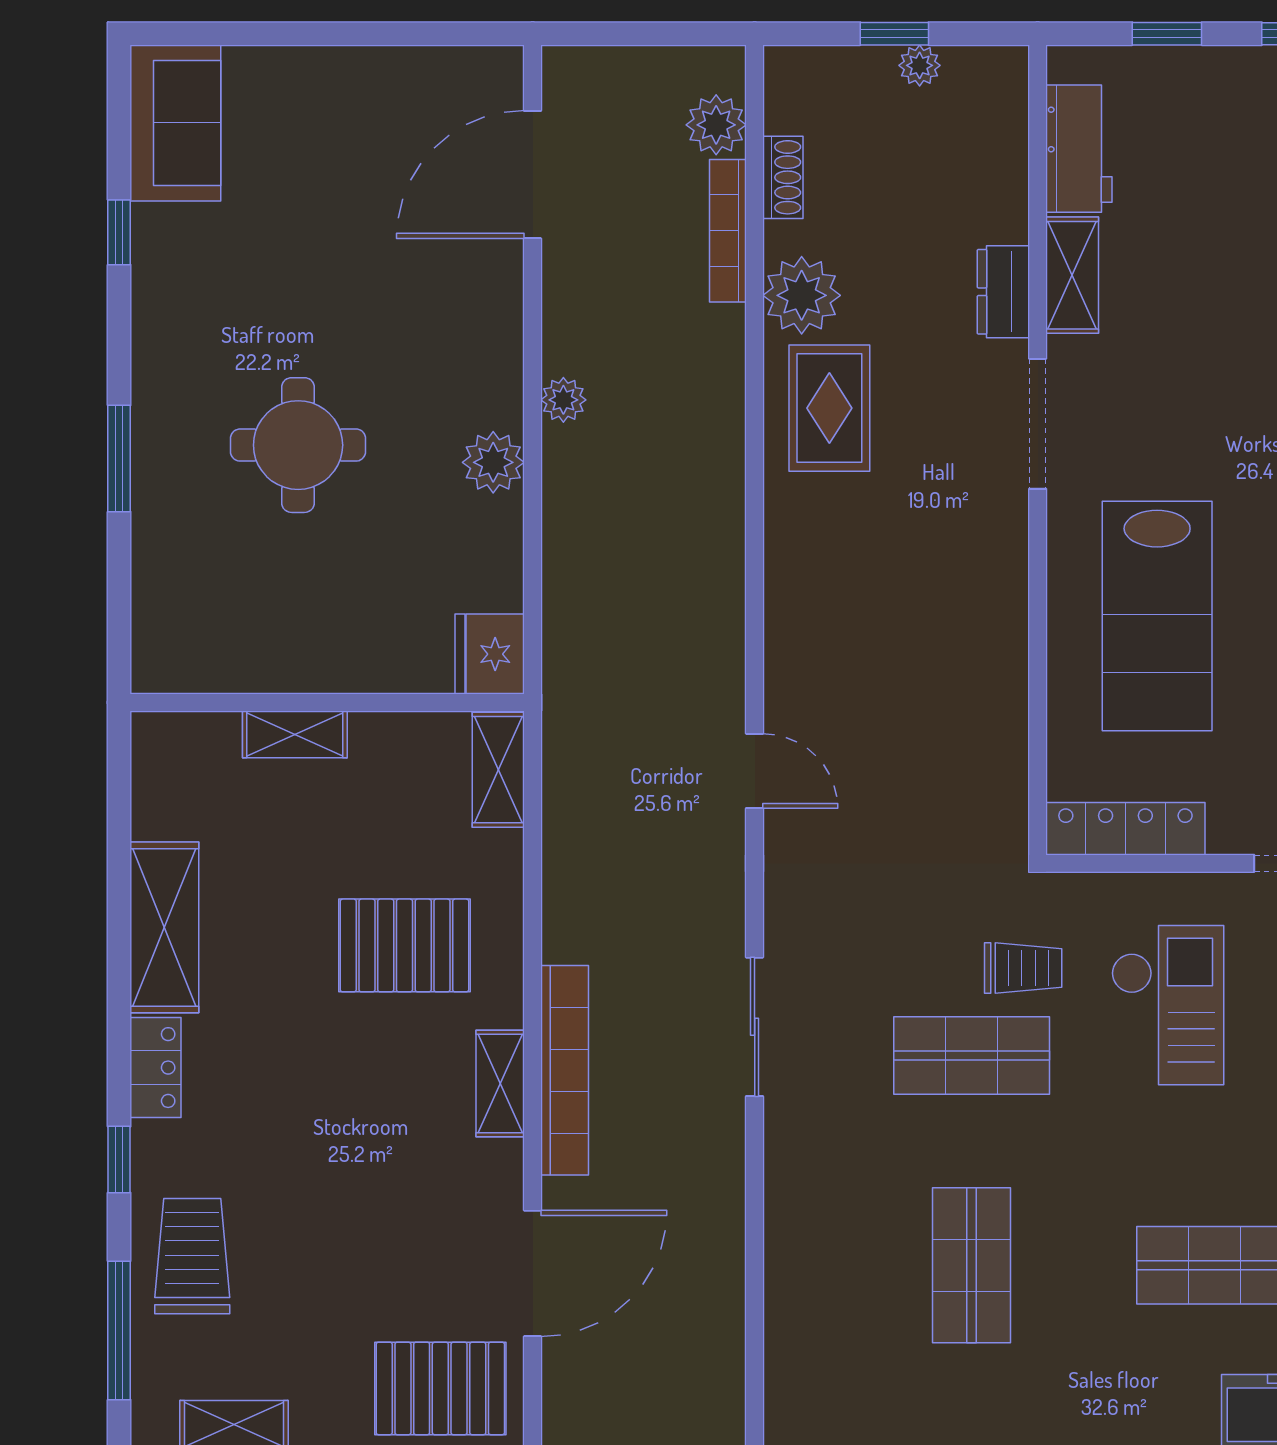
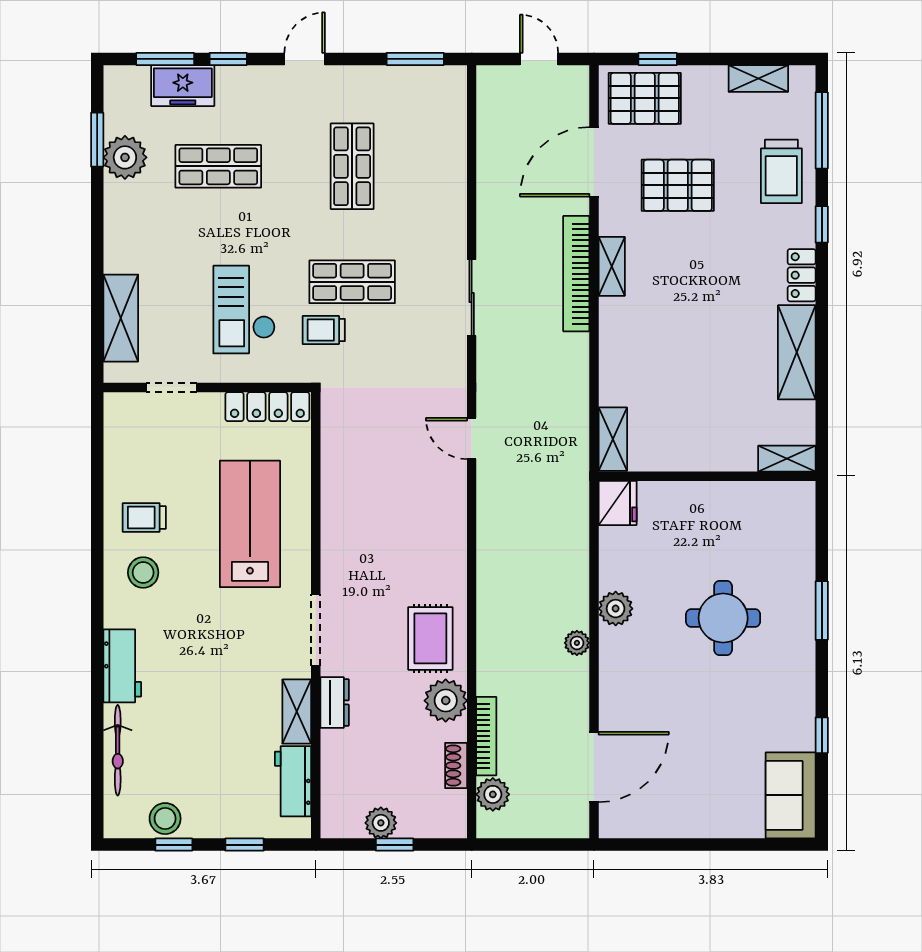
plant: (920, 65) -> (381, 823), width x1.38, depth x1.38
shelving: (295, 734) -> (787, 459), moved
pallet: (404, 945) -> (678, 185), moved

